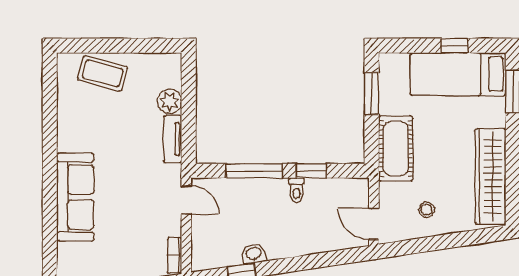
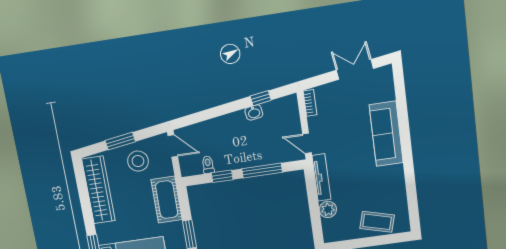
tv unit: (173, 139) -> (321, 177), width x1.41
toilet: (296, 190) -> (208, 165), moved
stool: (427, 210) -> (138, 161), width x1.89, depth x1.89
window: (446, 241) -> (120, 141), added

